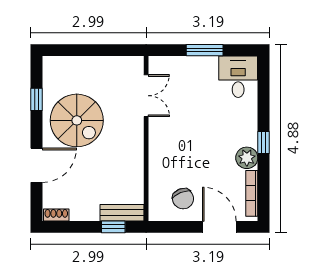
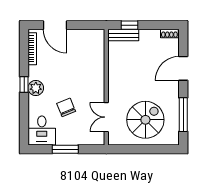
window: (36, 99) -> (183, 115), width x2.17
spiral stairs: (77, 120) -> (145, 120), moved, turned 90
plant: (247, 158) -> (36, 88), moved
chair: (183, 199) -> (66, 107), moved

